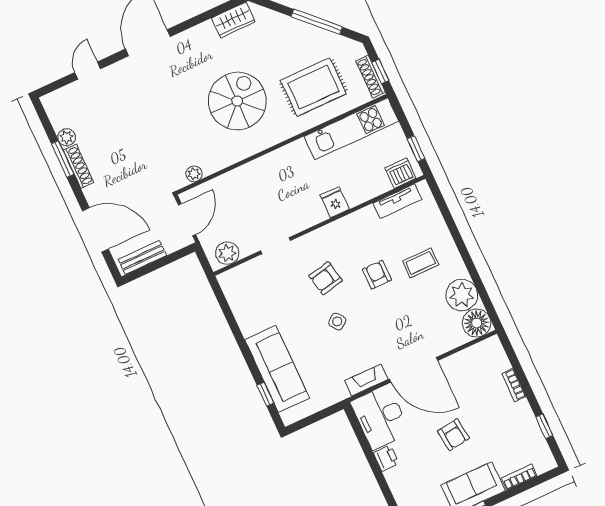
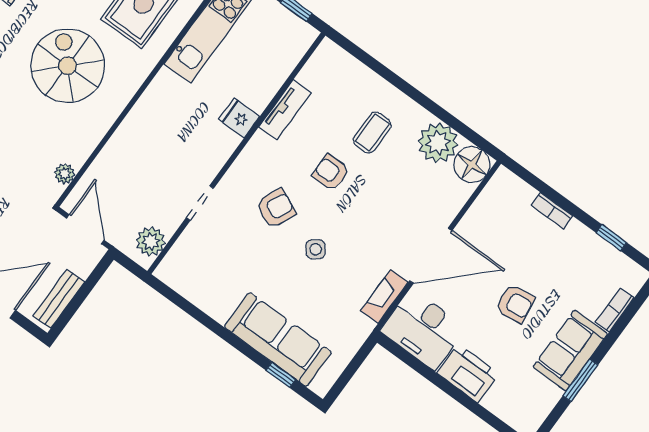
dishwasher: (401, 173) -> (294, 45), removed
tv unit: (397, 201) -> (285, 110), moved
armchair: (326, 278) -> (276, 208), turned -144
printer: (386, 458) -> (468, 373), width x1.87, depth x1.48

